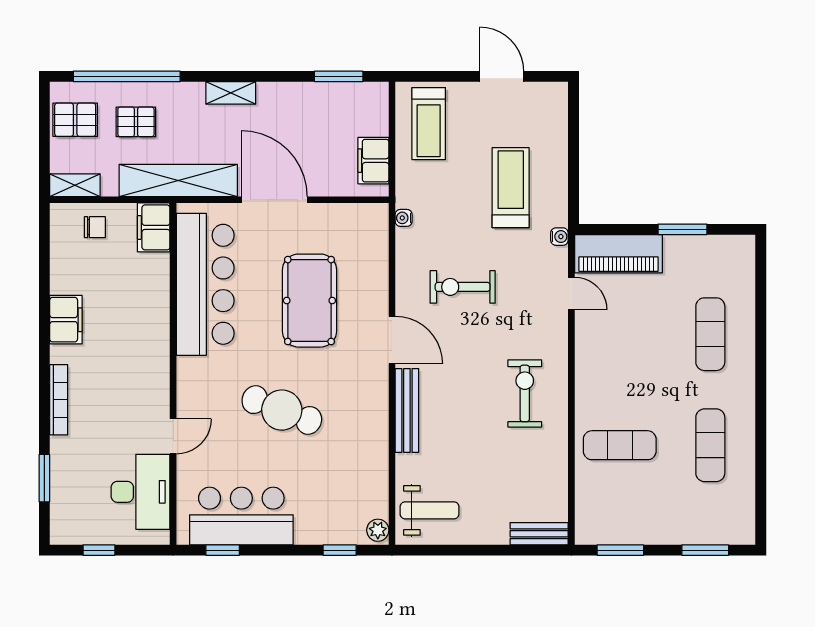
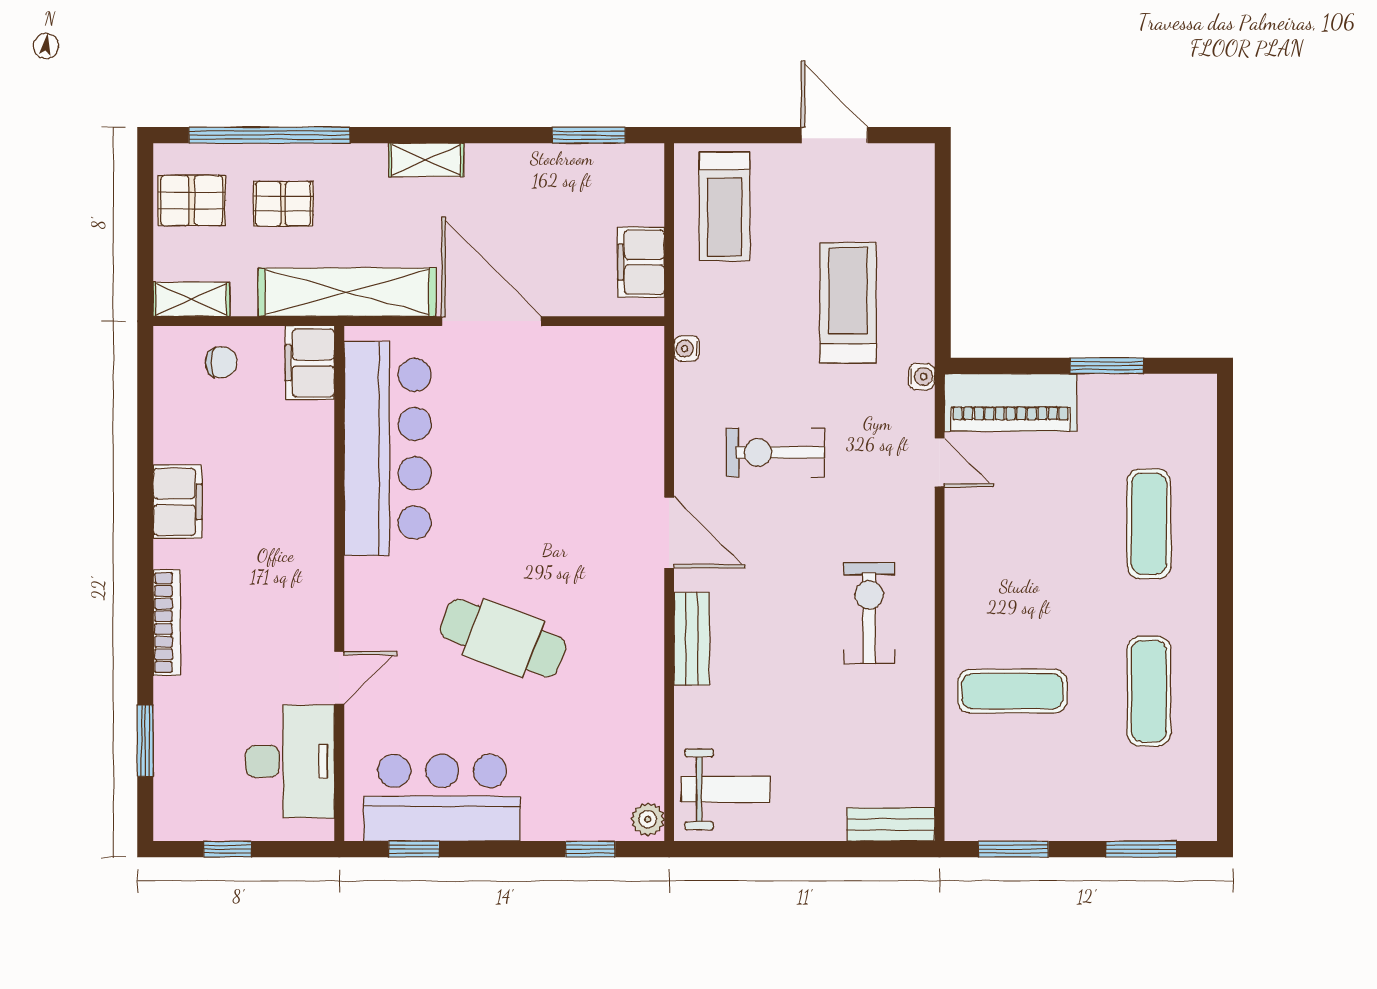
pool table: (309, 301) -> (545, 473), removed
bench: (407, 411) -> (692, 639), width x0.73

